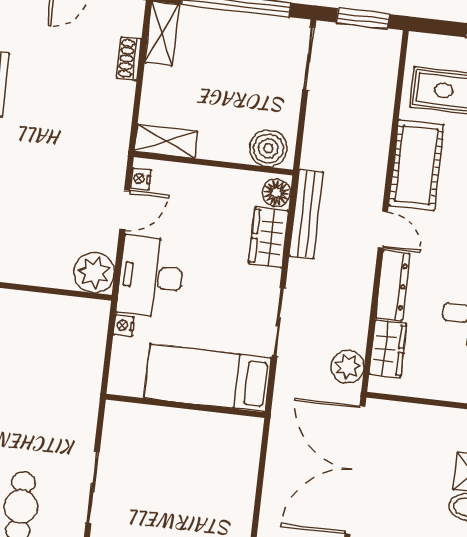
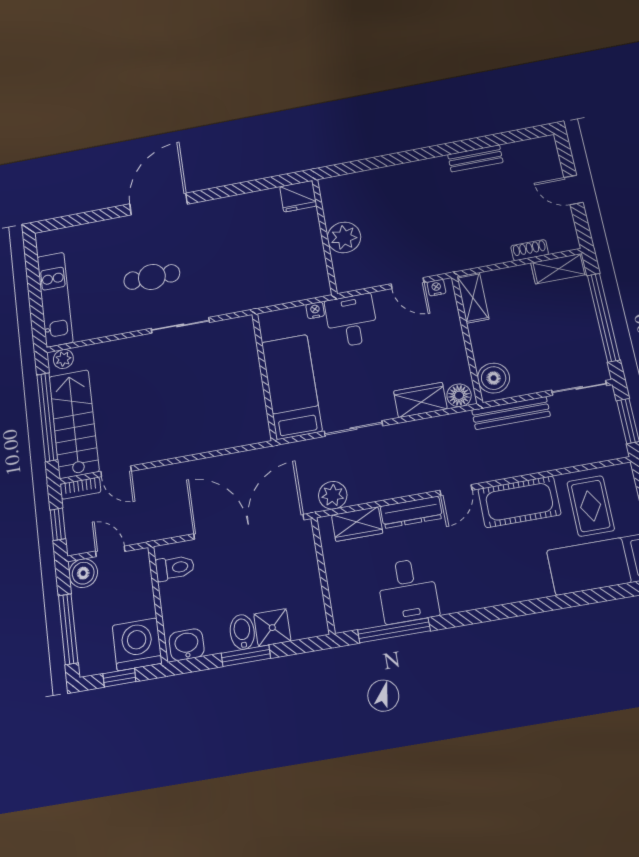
bench: (306, 214) -> (511, 413), moved
plant: (94, 272) -> (344, 237), moved
desk: (151, 277) -> (352, 321), width x0.73

